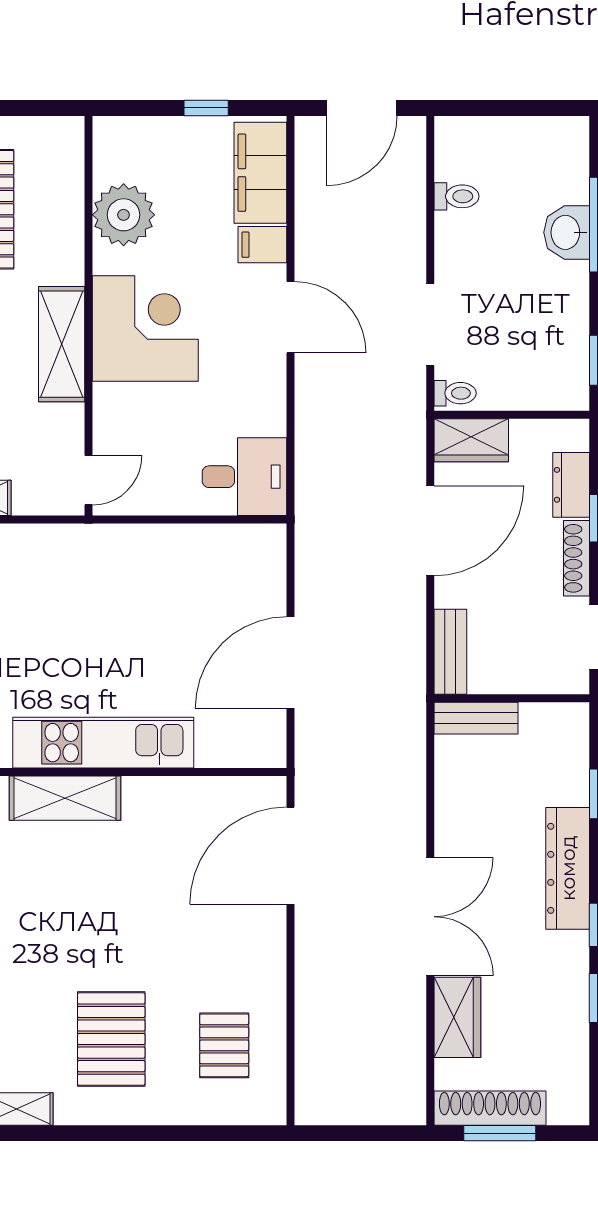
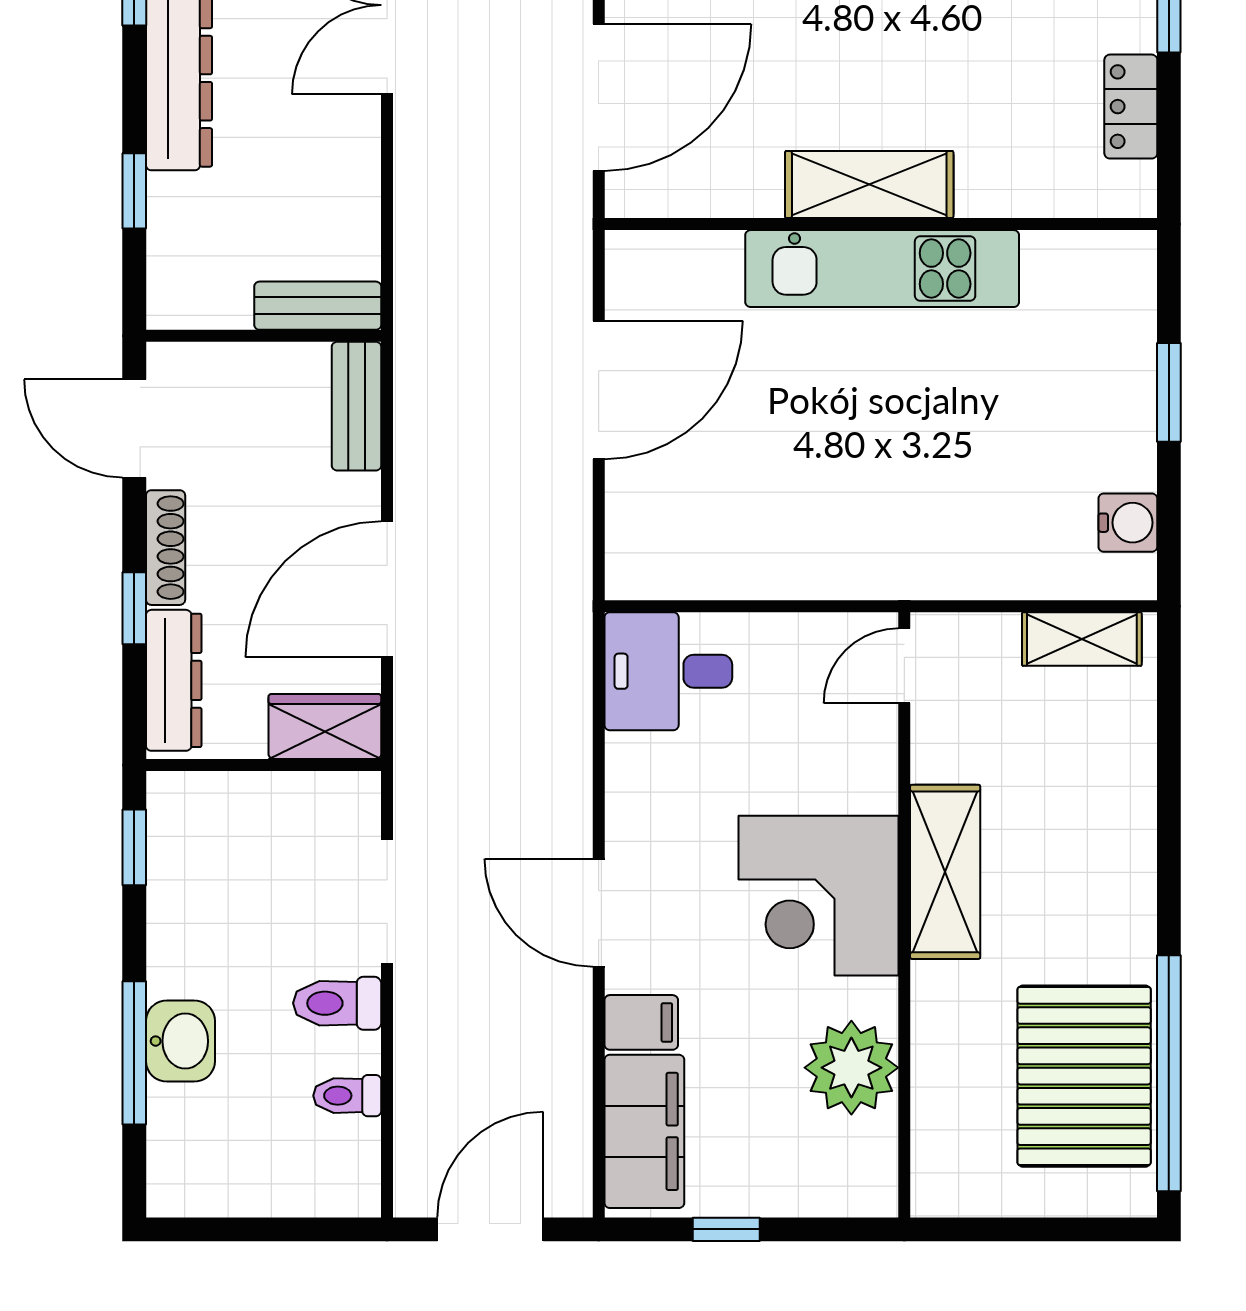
toilet: (455, 393) -> (337, 1003), moved, width x1.37, depth x1.39
dresser: (571, 485) -> (174, 680), width x1.44
shelving: (65, 798) -> (869, 185), moved

